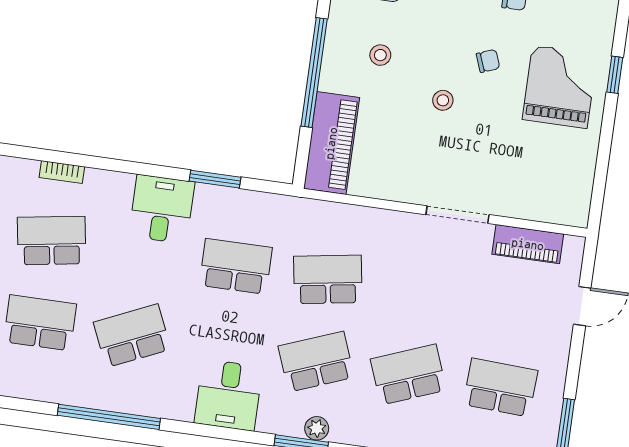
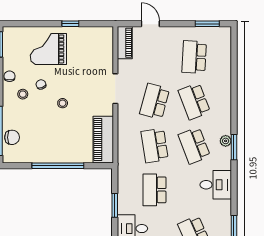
stool: (380, 55) -> (23, 94), moved
window: (615, 75) -> (70, 24), moved
piano: (331, 143) -> (103, 140), moved, turned -90
piano: (528, 244) -> (125, 43), moved
school desk: (420, 292) -> (155, 101), added

